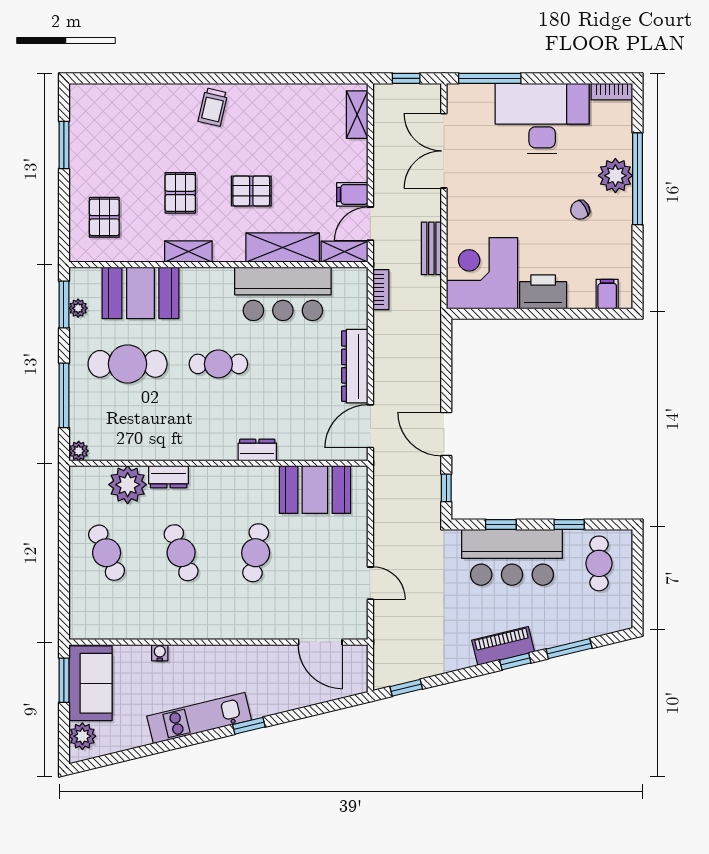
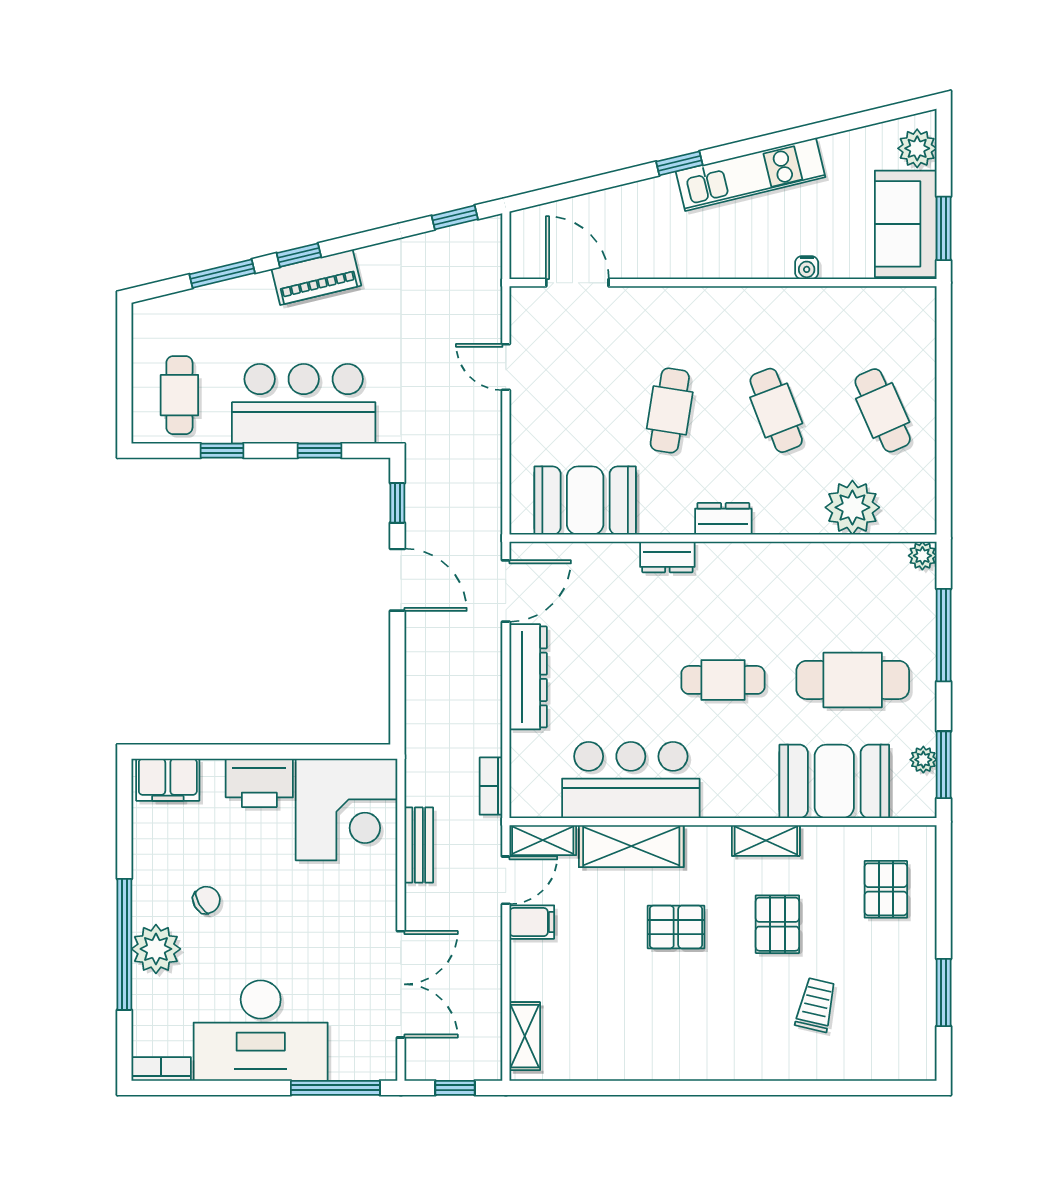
trolley: (213, 107) -> (816, 1005), moved
filing cabinet: (607, 294) -> (168, 780), width x2.00
dresser: (169, 477) -> (723, 519), moved

